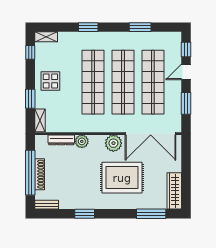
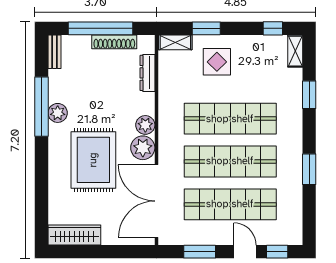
window: (88, 27) -> (309, 95), moved
window: (140, 27) -> (309, 169), moved
display table: (50, 81) -> (217, 62), moved
plant: (82, 141) -> (145, 125), moved
shoe rack: (40, 174) -> (114, 42), moved
plant: (89, 203) -> (58, 113), added
window: (85, 214) -> (41, 107), width x2.11
window: (151, 214) -> (41, 202), removed

